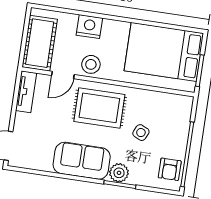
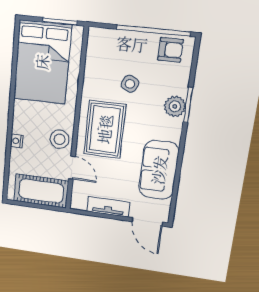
nightstand: (89, 27) -> (17, 141), width x0.53, depth x0.56
tv unit: (26, 92) -> (108, 207), moved
sofa: (82, 161) -> (159, 170), moved

